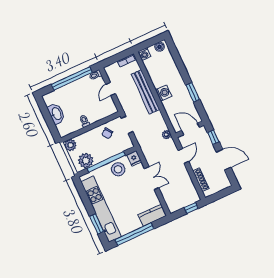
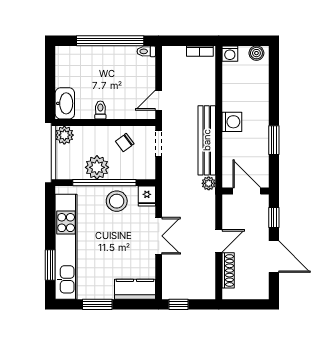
door: (111, 89) -> (159, 100), moved
bench: (145, 92) -> (207, 140), moved
washbasin: (56, 114) -> (65, 103), moved
door: (183, 156) -> (219, 241), moved
plant: (86, 161) -> (97, 167), moved
window: (191, 208) -> (179, 304), moved
window: (134, 234) -> (97, 304), width x0.47

